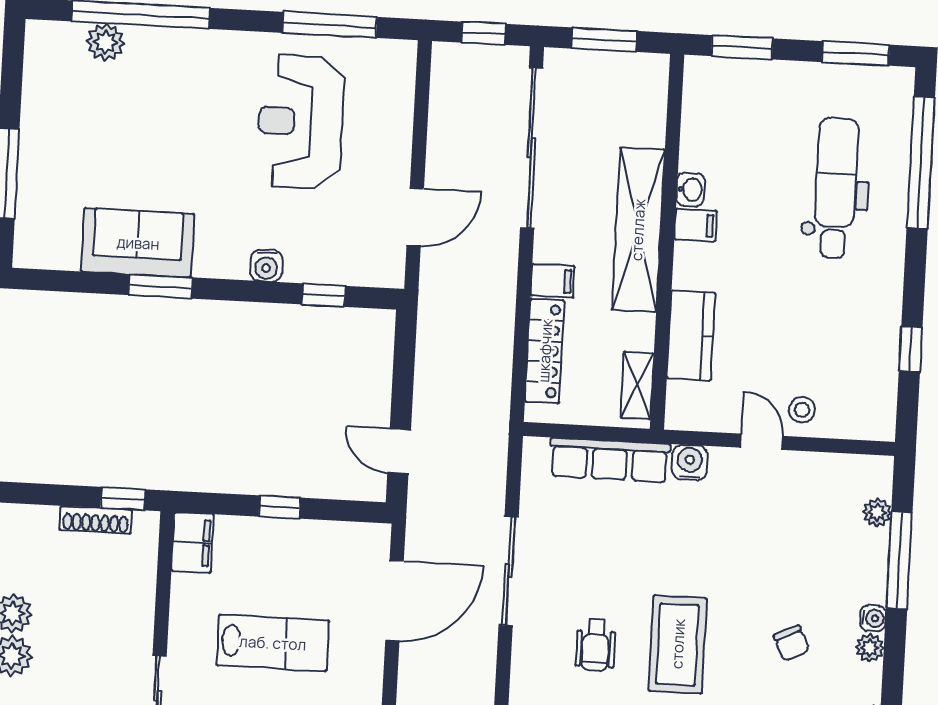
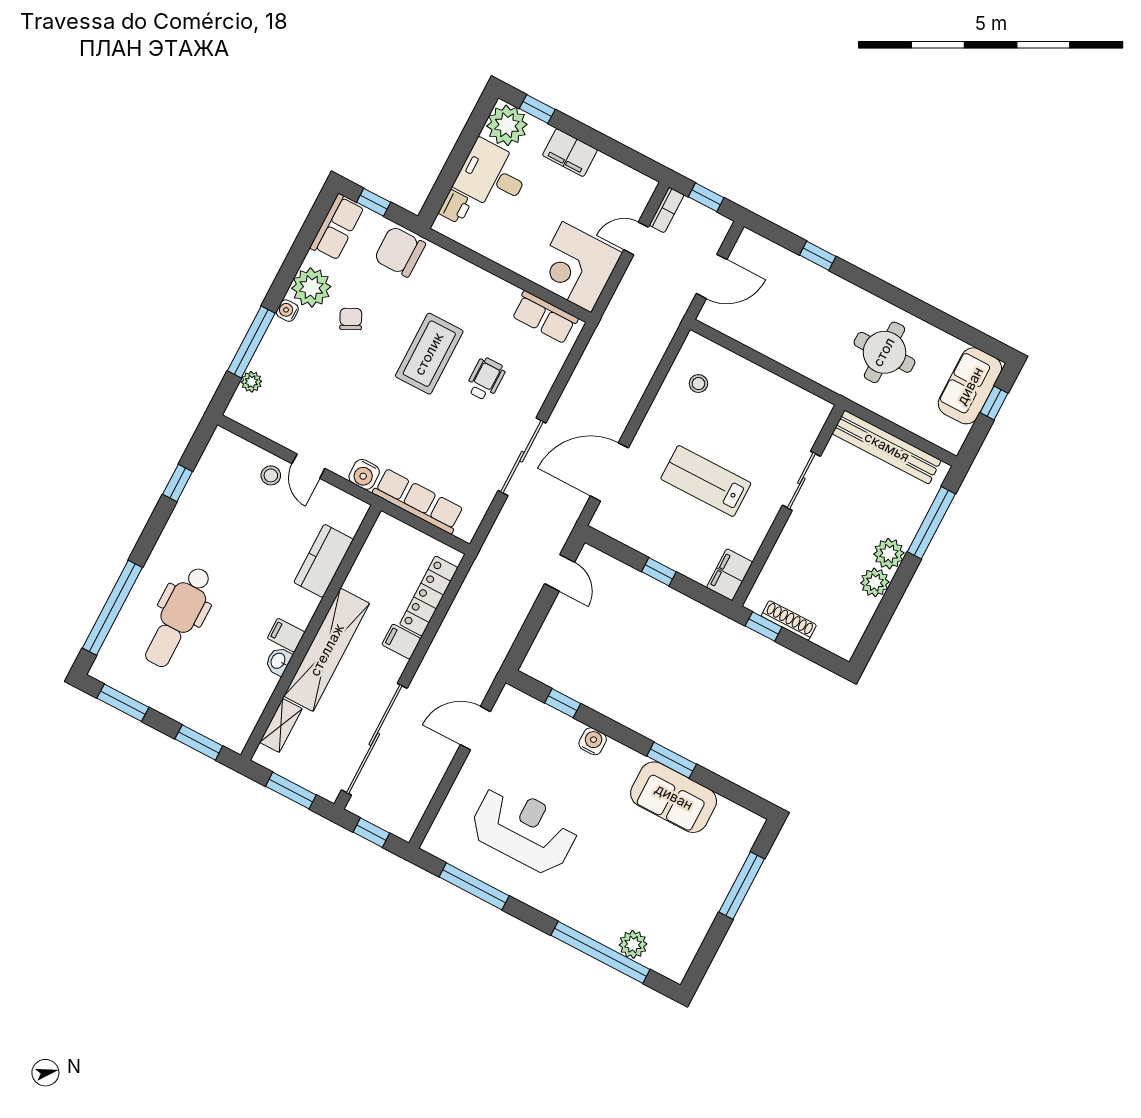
reception desk: (301, 122) -> (524, 829), turned -90
shelving: (637, 385) -> (281, 725), moved
plant: (870, 648) -> (311, 287), width x1.88, depth x1.88

